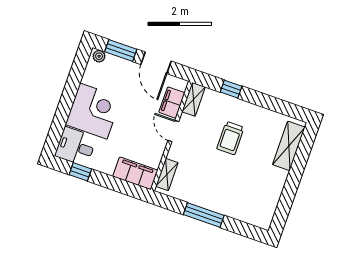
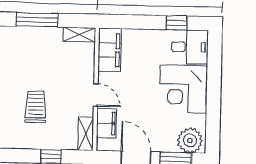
plant: (99, 56) -> (190, 140), width x1.88, depth x1.88
filing cabinet: (135, 173) -> (110, 50), moved, turned -90
shelving: (167, 174) -> (79, 35), moved, turned 90

